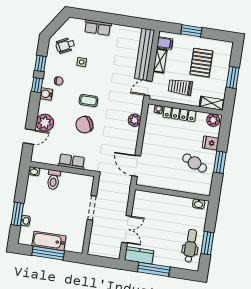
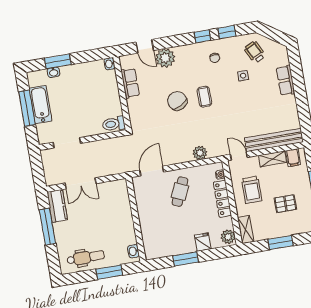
pallet: (201, 63) -> (285, 204), width x0.67, depth x0.71
trolley: (180, 87) -> (252, 190), turned 180
water cooler: (46, 94) -> (196, 49), removed
row of seats: (72, 162) -> (130, 83), moved
cafe table: (195, 163) -> (180, 192), moved
toilet: (54, 180) -> (114, 124), moved
doorway: (92, 208) -> (67, 143), moved
window: (207, 243) -> (109, 272), moved

